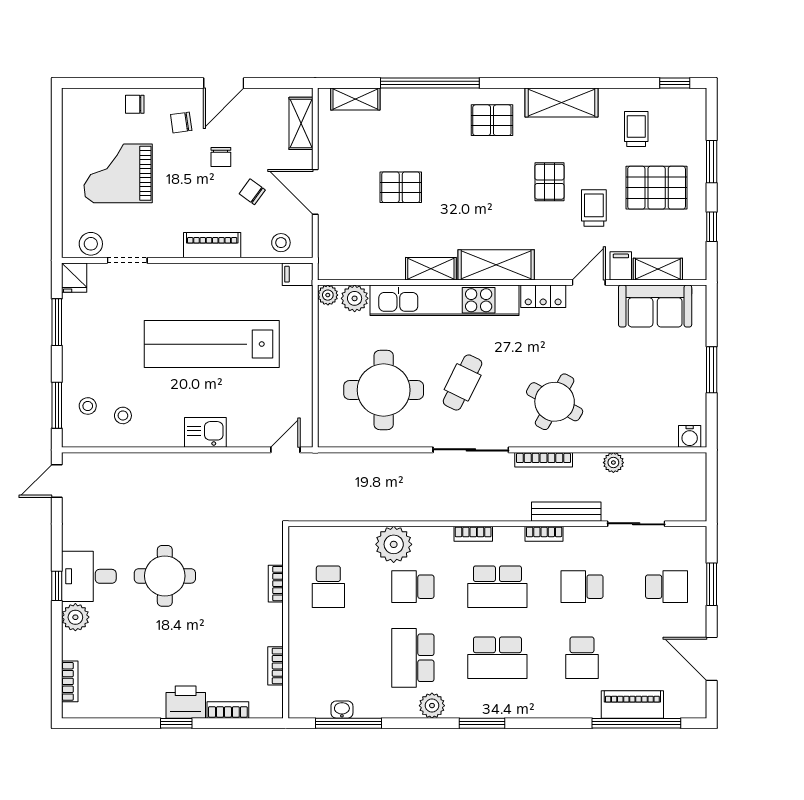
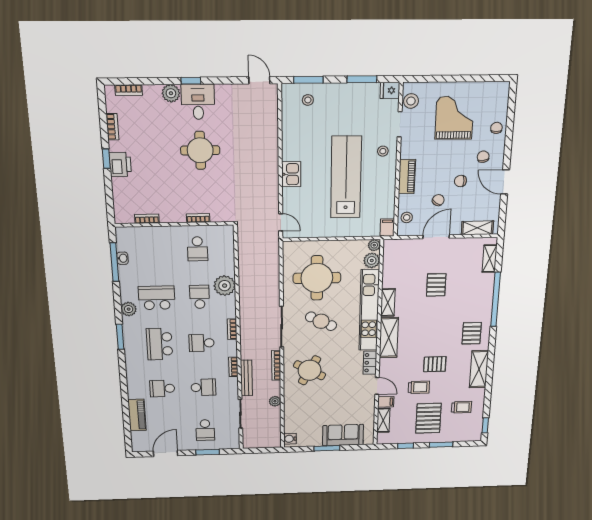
sofa: (655, 306) -> (343, 435), moved, turned 90
stool: (123, 415) -> (383, 151), moved
school desk: (328, 587) -> (197, 249), turned -90
school desk: (497, 587) -> (202, 343), width x0.54
school desk: (582, 587) -> (203, 387), turned 90
bookcase: (228, 710) -> (112, 127), moved
window: (636, 723) -> (126, 417), removed

